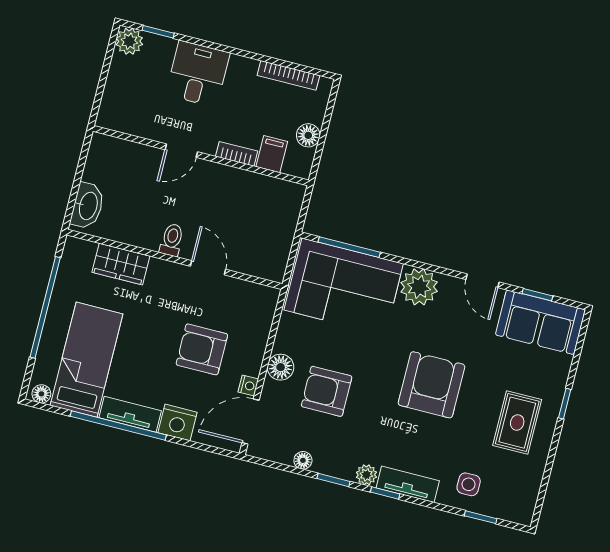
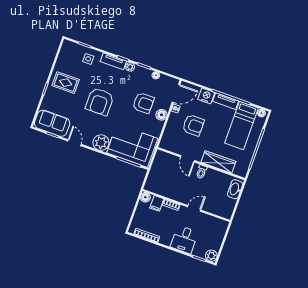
floor lamp: (308, 135) -> (145, 197), moved
wardrobe: (121, 264) -> (218, 162), width x1.50
rug: (517, 423) -> (66, 83), turned 90

